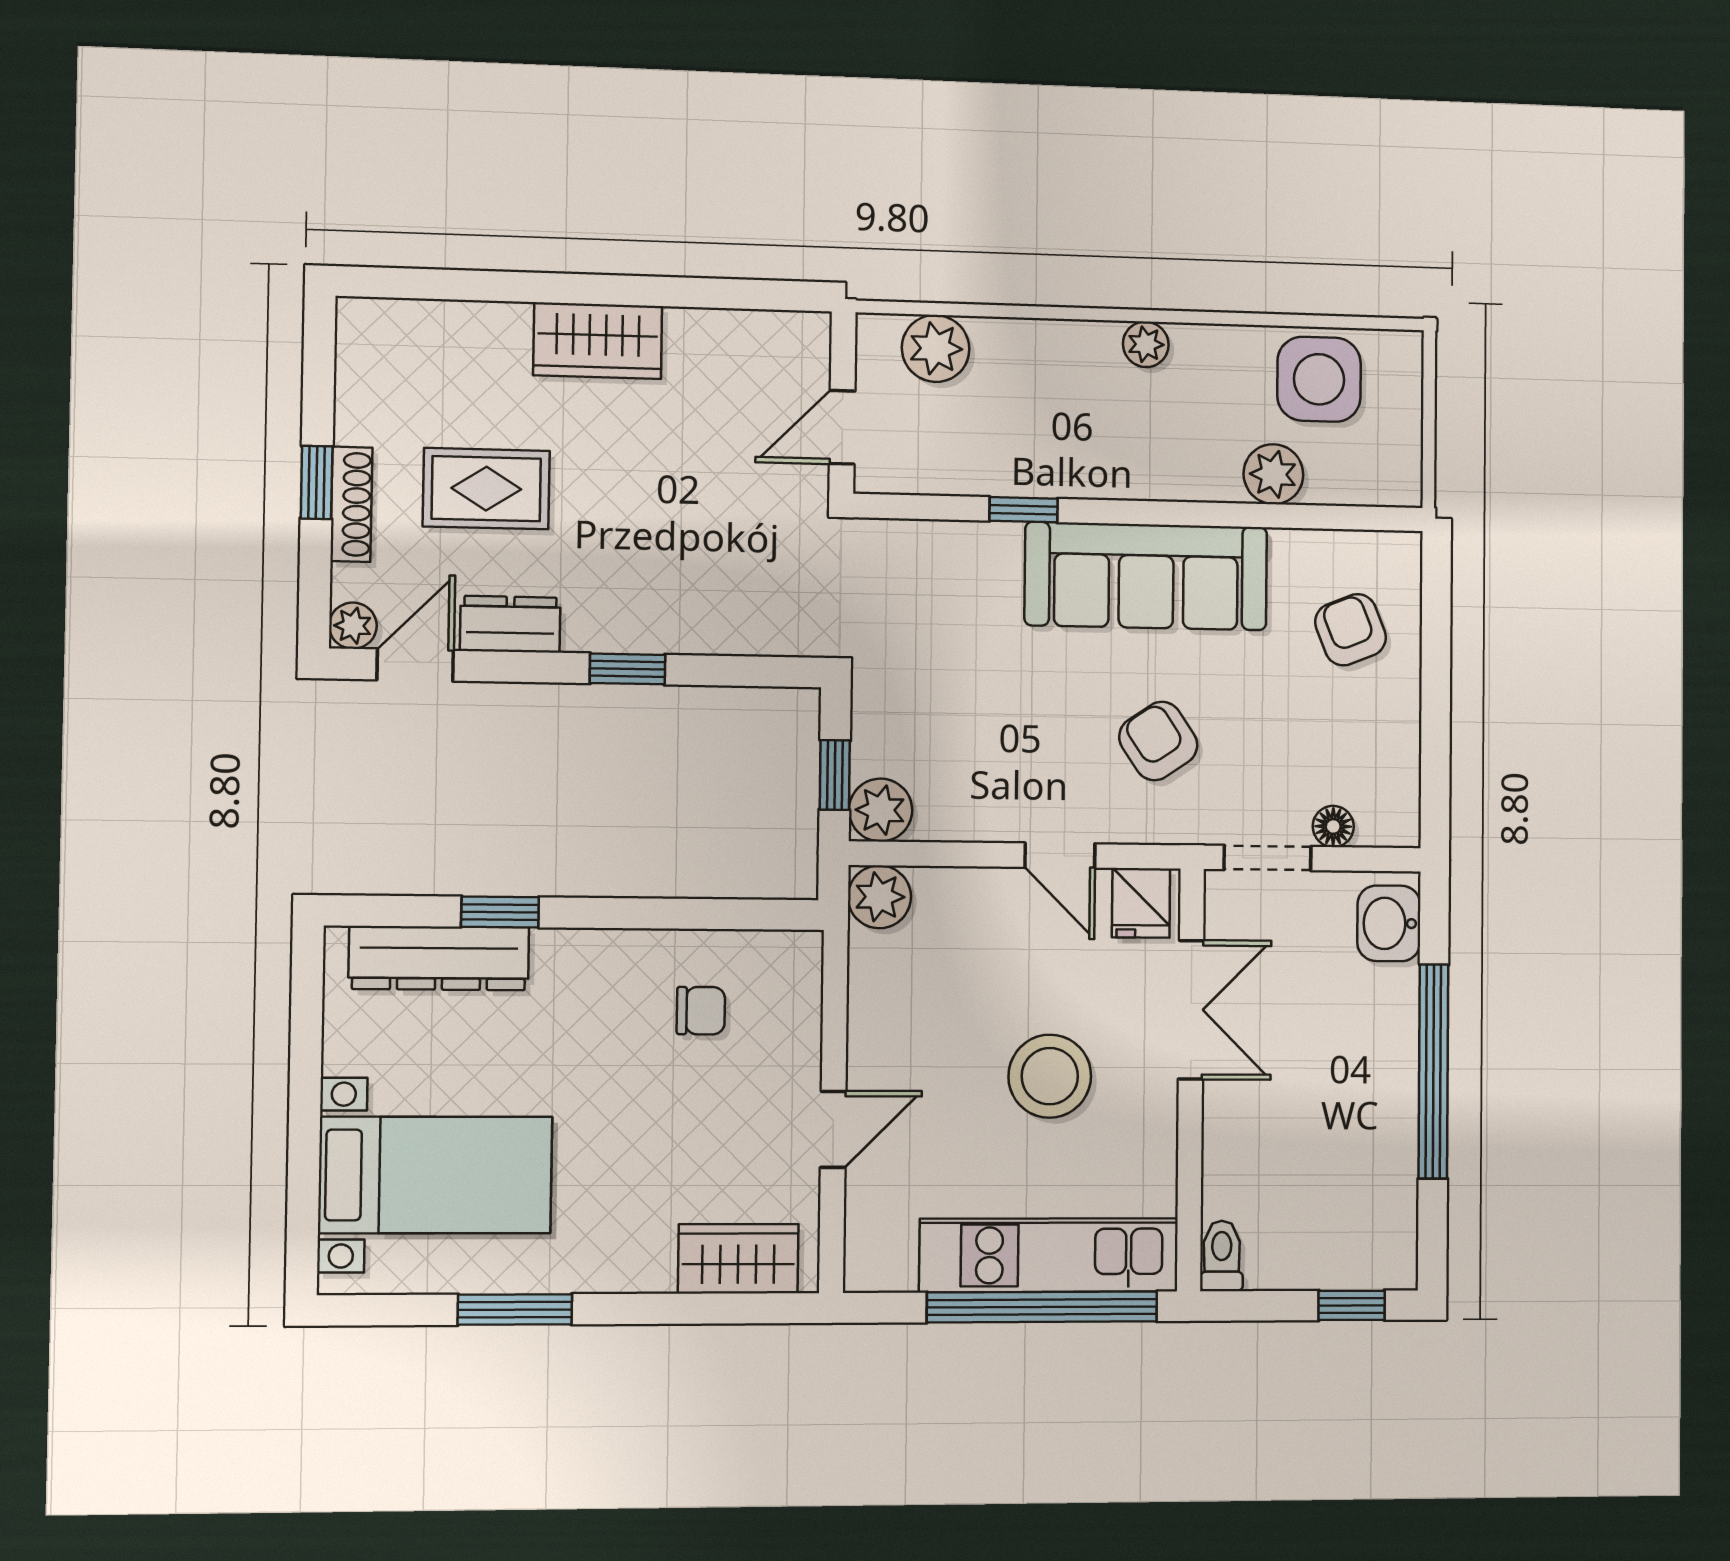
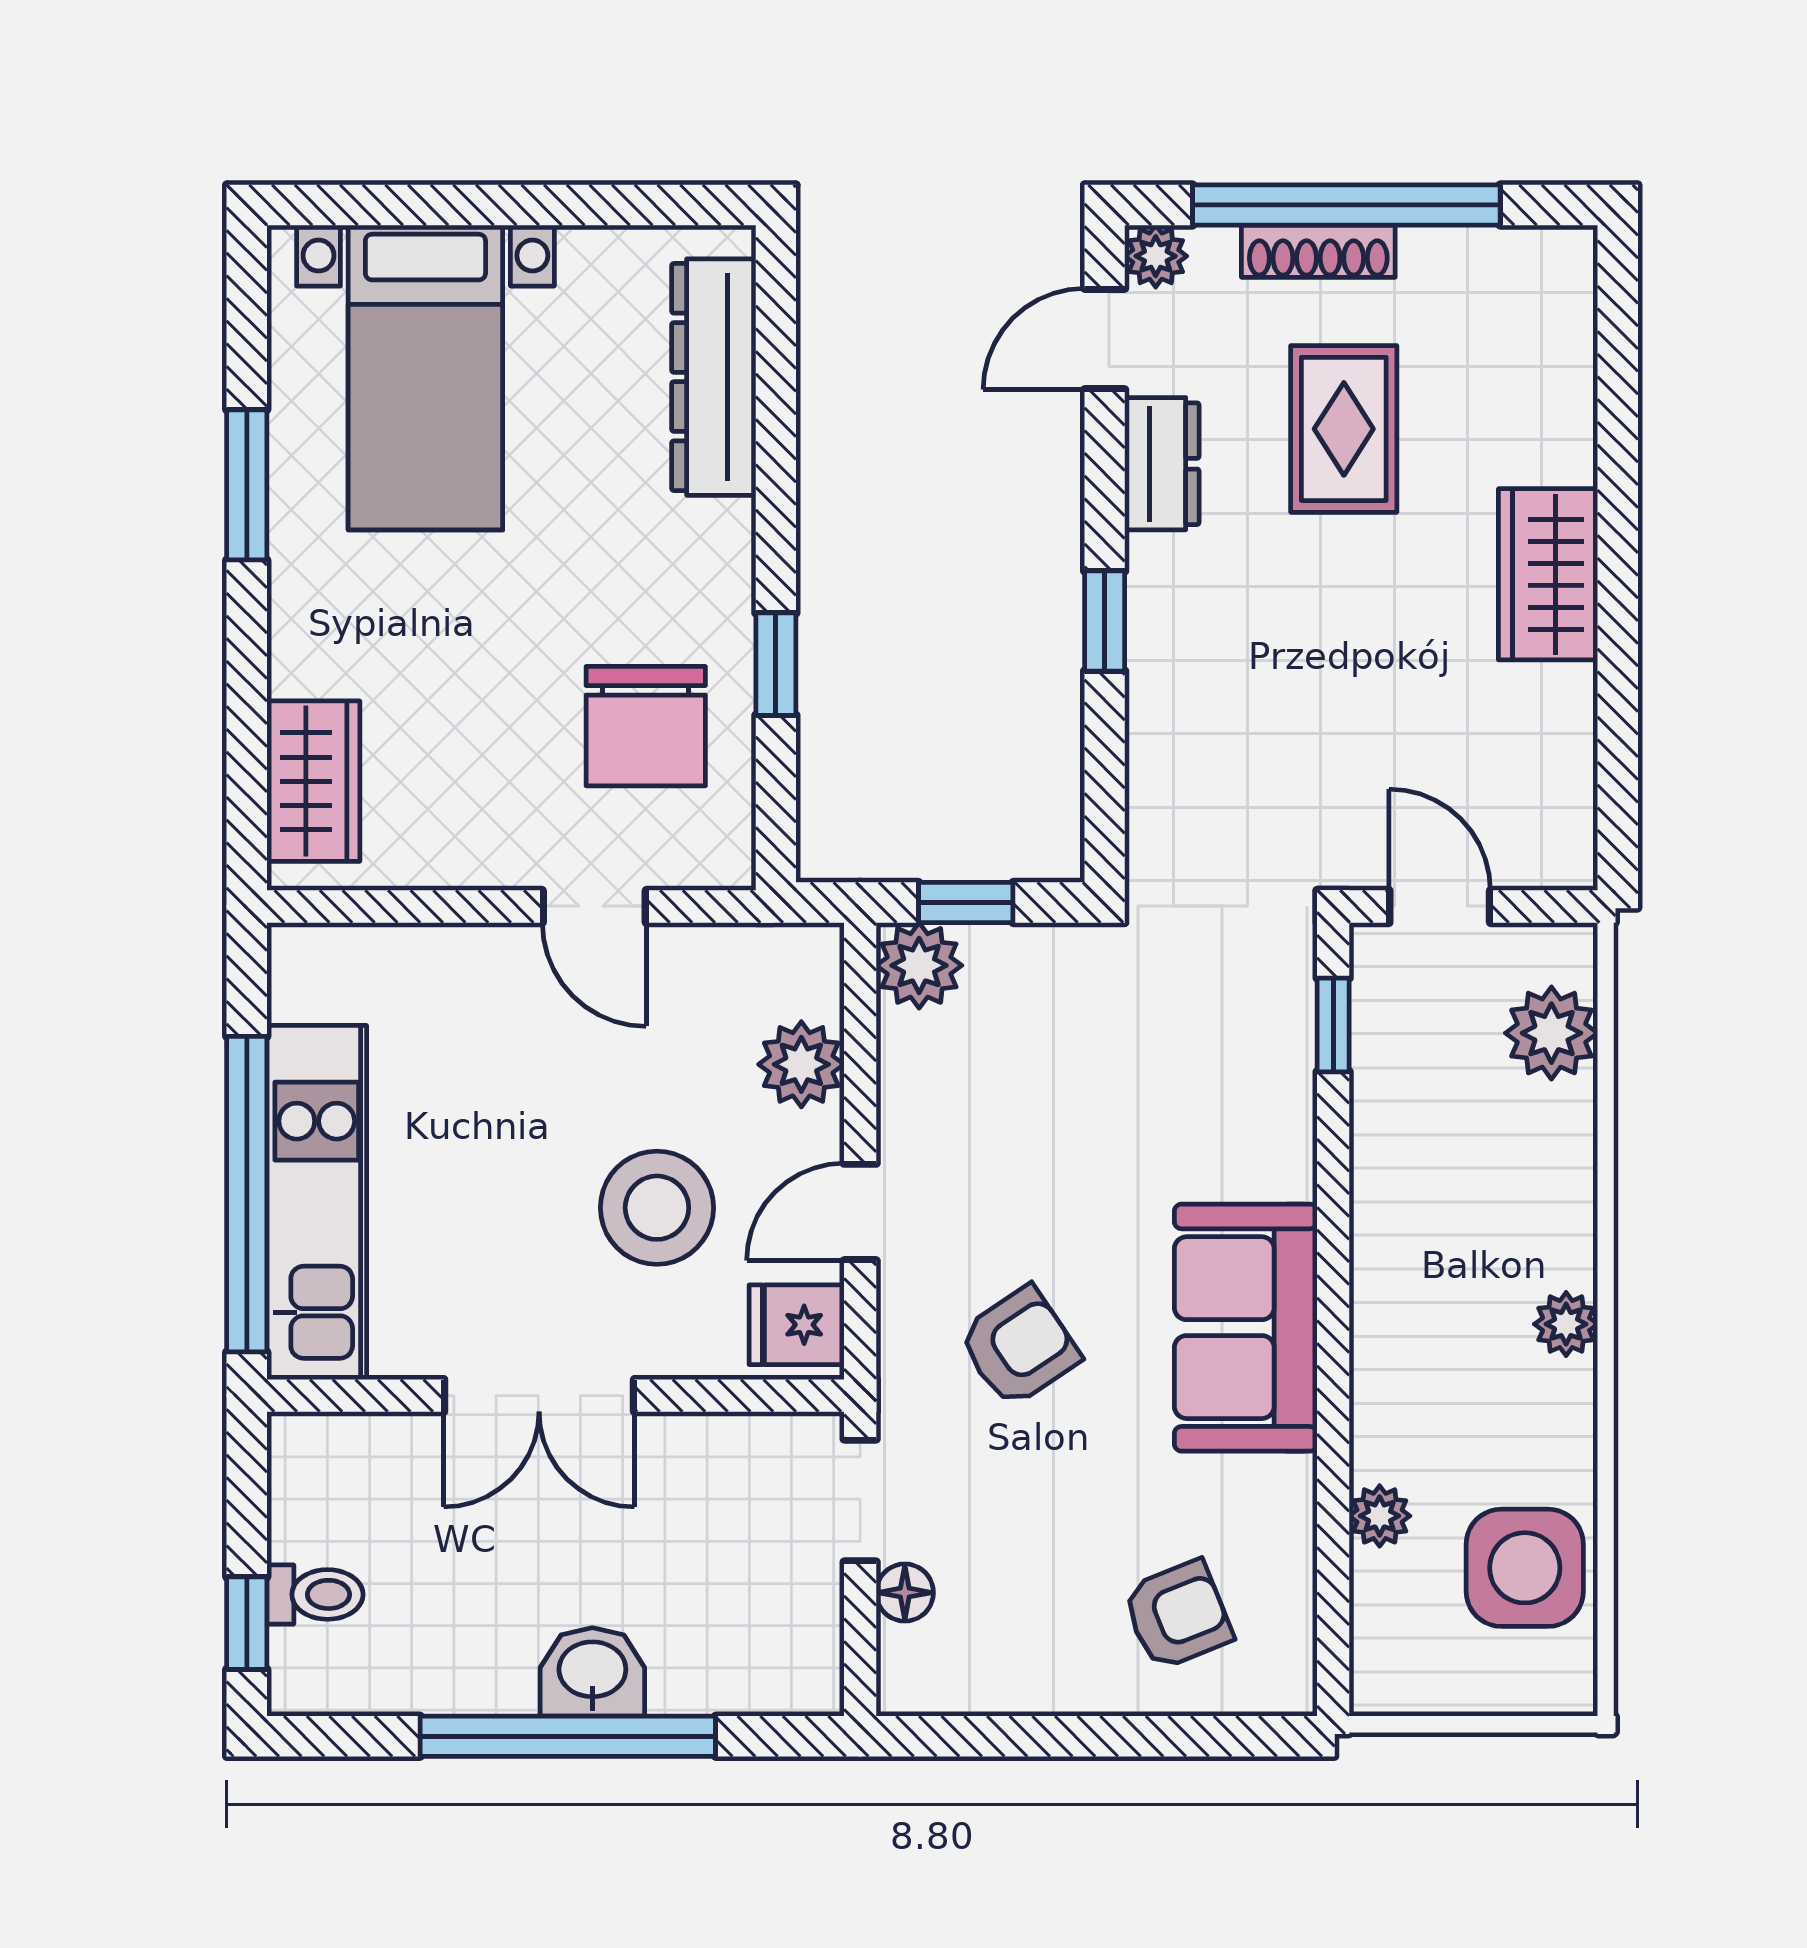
plant: (1273, 474) -> (1380, 1516), width x0.73, depth x0.73
window: (317, 482) -> (1346, 205), width x3.17
window: (1024, 510) -> (1333, 1025), moved
sofa: (1146, 576) -> (1246, 1328), width x0.73
door: (415, 665) -> (1105, 339), swing flipped
plant: (879, 897) -> (801, 1064), moved
window: (500, 912) -> (776, 664), moved
washbasin: (1389, 923) -> (592, 1672), moved
double door: (1191, 1010) -> (539, 1396), moved
chair: (701, 1011) -> (646, 726), width x1.87, depth x1.87
stool: (1050, 1076) -> (657, 1208), moved
door: (833, 1129) -> (594, 906), moved
toilet: (1222, 1256) -> (315, 1594), moved

